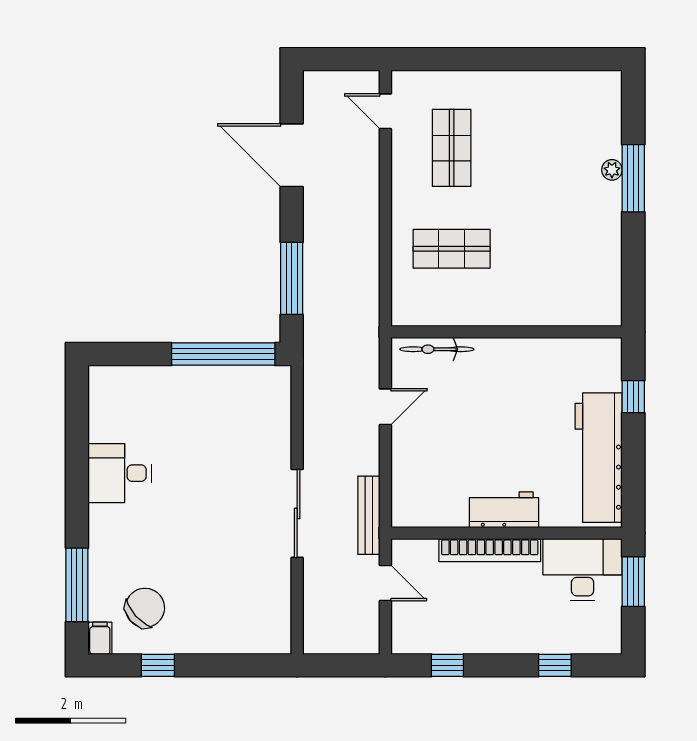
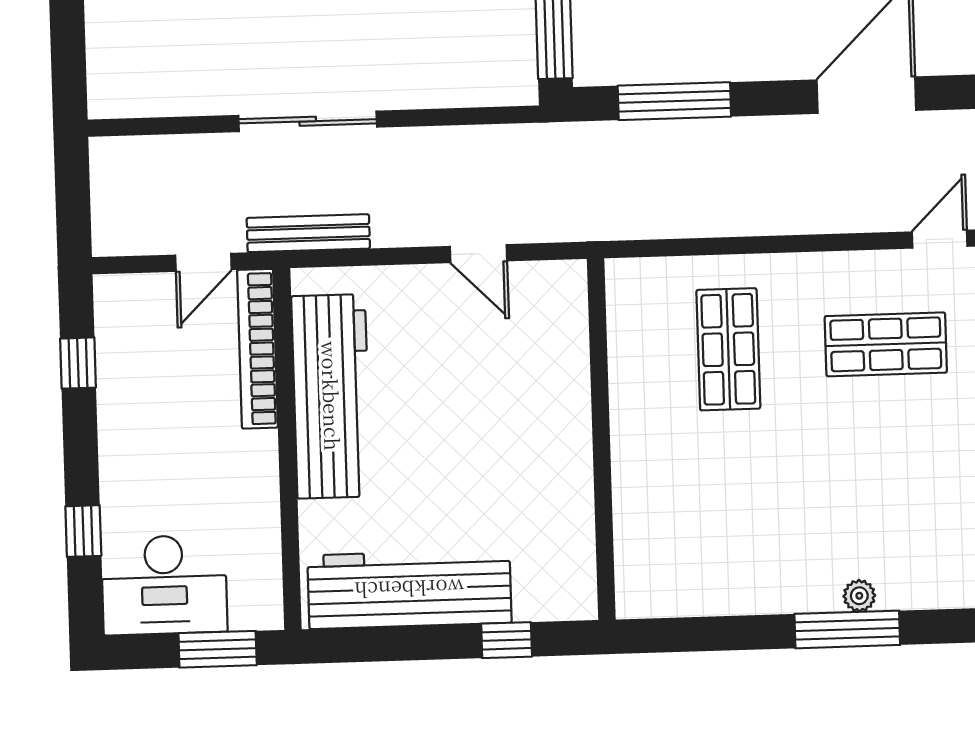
bicycle: (437, 349) -> (571, 331), removed
workbench: (504, 510) -> (331, 396), width x1.88, depth x1.32
bookcase: (490, 550) -> (257, 349), moved
desk: (583, 570) -> (164, 585), moved, turned 90

